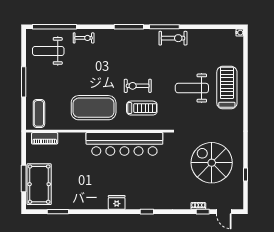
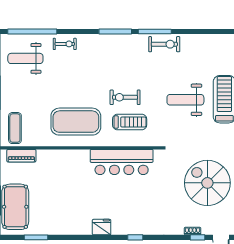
bar counter: (124, 144) -> (122, 162), width x0.73

